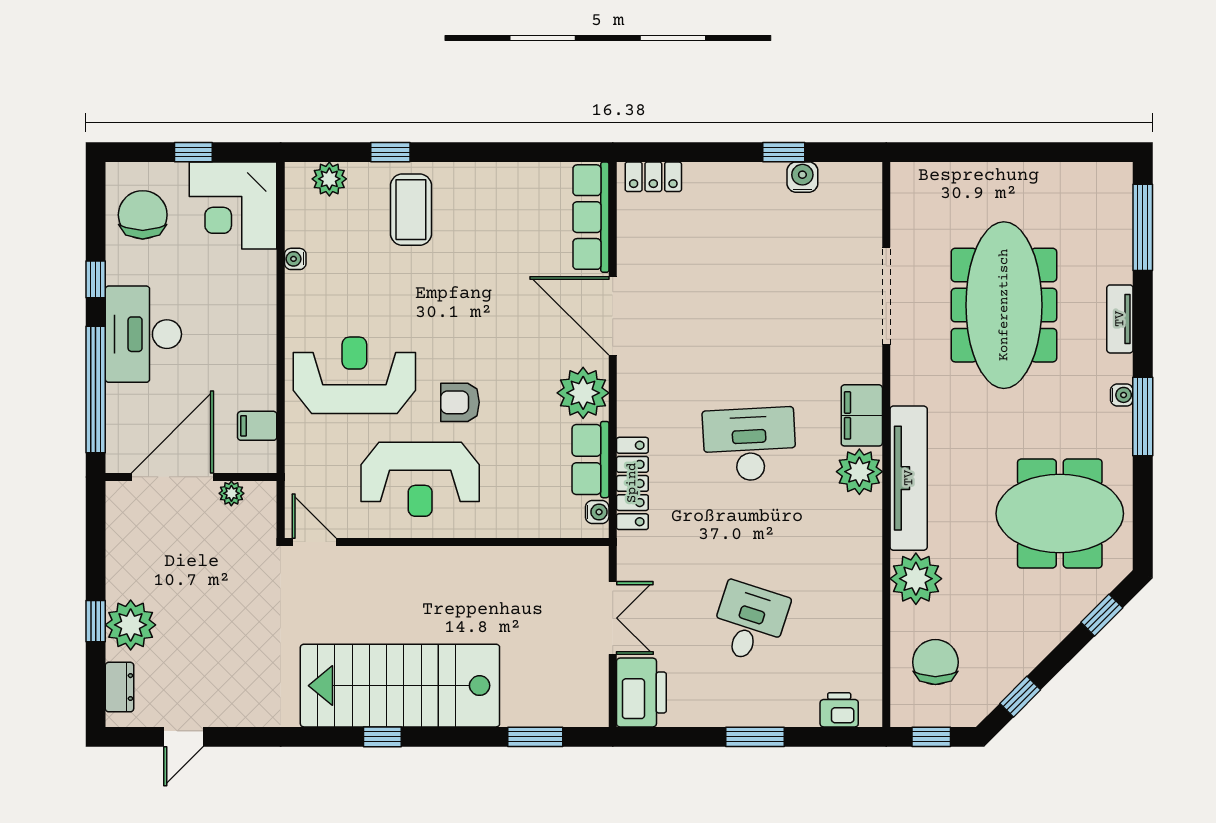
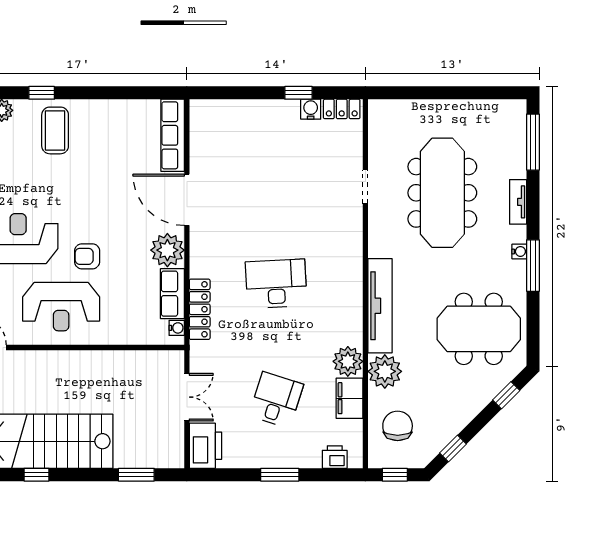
locker: (653, 177) -> (342, 109), moved
doorway: (886, 296) -> (365, 187), width x0.53
filing cabinet: (862, 415) -> (349, 398), moved
plant: (859, 472) -> (348, 361), moved

